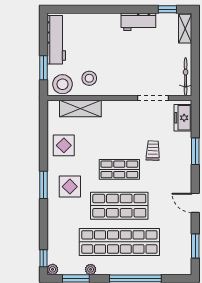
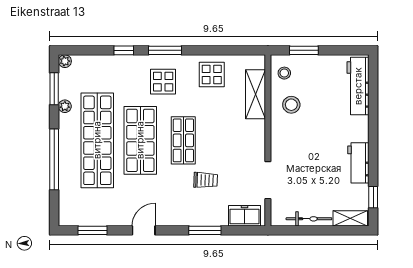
workbench: (56, 40) -> (358, 86), moved, turned 90
bicycle: (186, 77) -> (309, 219), moved
stool: (63, 84) -> (284, 73), width x0.53, depth x0.53
window: (43, 258) -> (124, 50), moved

